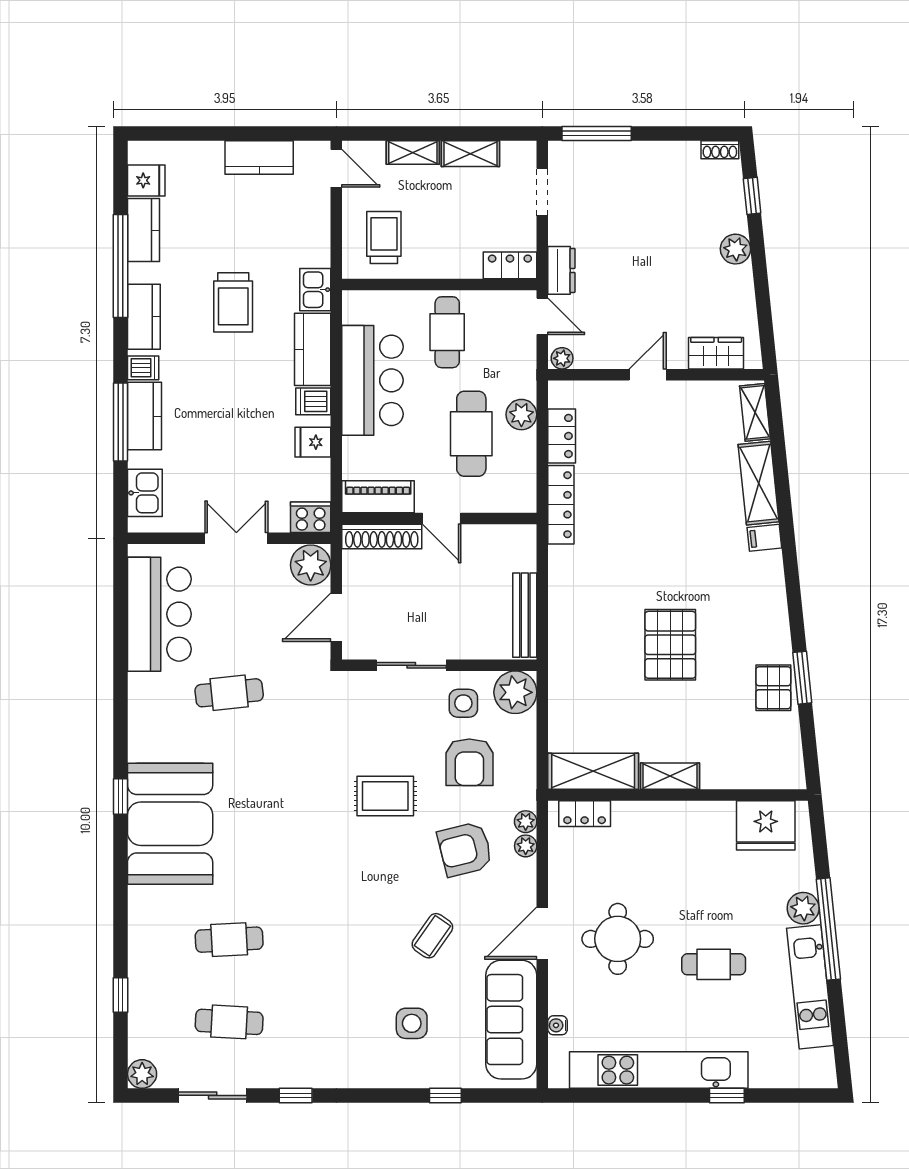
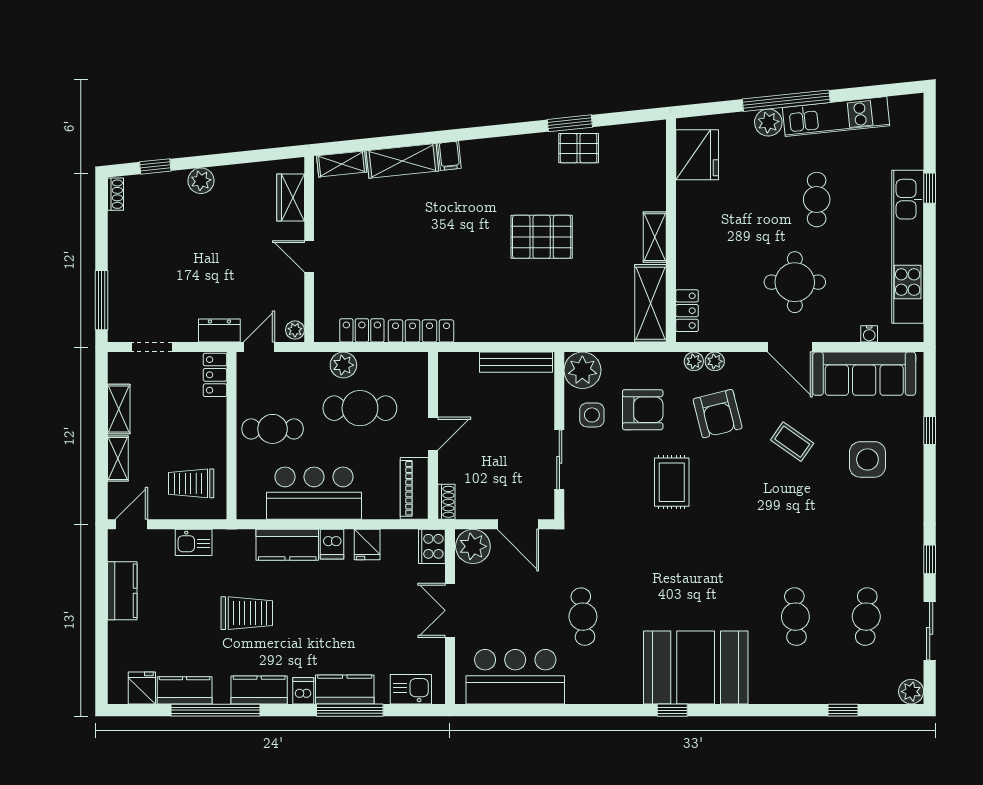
kitchen sink: (315, 290) -> (194, 542), moved
shoe rack: (382, 537) -> (446, 502), width x0.51, depth x0.81
side table: (412, 1023) -> (867, 459), width x1.37, depth x1.37

